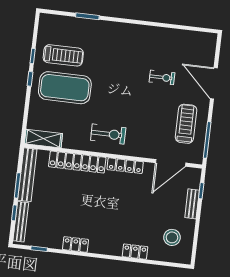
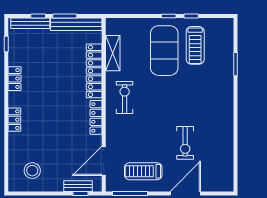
exercise bike: (162, 77) -> (185, 143), width x1.38, depth x1.39
treadmill: (186, 124) -> (143, 171), turned 180
exercise bike: (108, 134) -> (125, 97), turned 180
shelving: (43, 139) -> (113, 53), moved
door: (171, 163) -> (104, 161), hinge flipped
bench: (192, 204) -> (78, 186), moved
locker: (135, 252) -> (14, 120), moved

